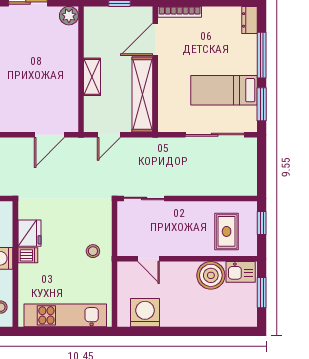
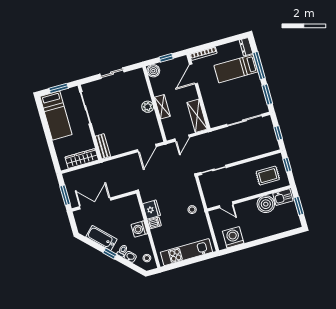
plant: (69, 16) -> (148, 107), moved
boiler: (94, 16) -> (153, 71), added
bed: (224, 90) -> (236, 69), moved
shelving: (142, 95) -> (197, 116), width x0.68
window: (262, 169) -> (278, 133), added
rug: (227, 231) -> (268, 176), turned 90

